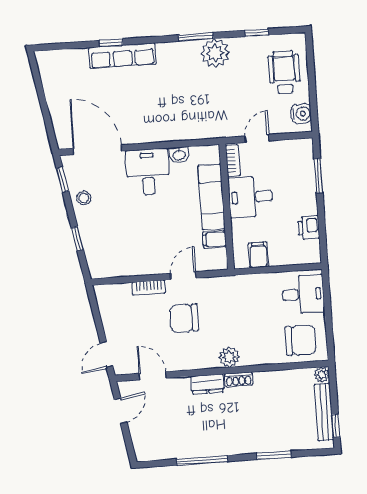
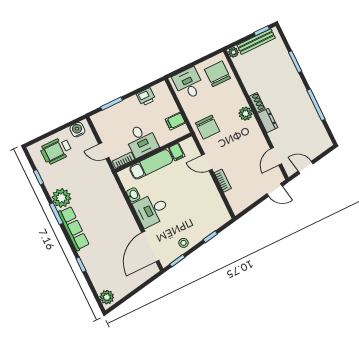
row of seats: (122, 56) -> (74, 228), moved
plant: (51, 61) -> (107, 297), added
chair: (184, 318) -> (208, 127), moved

